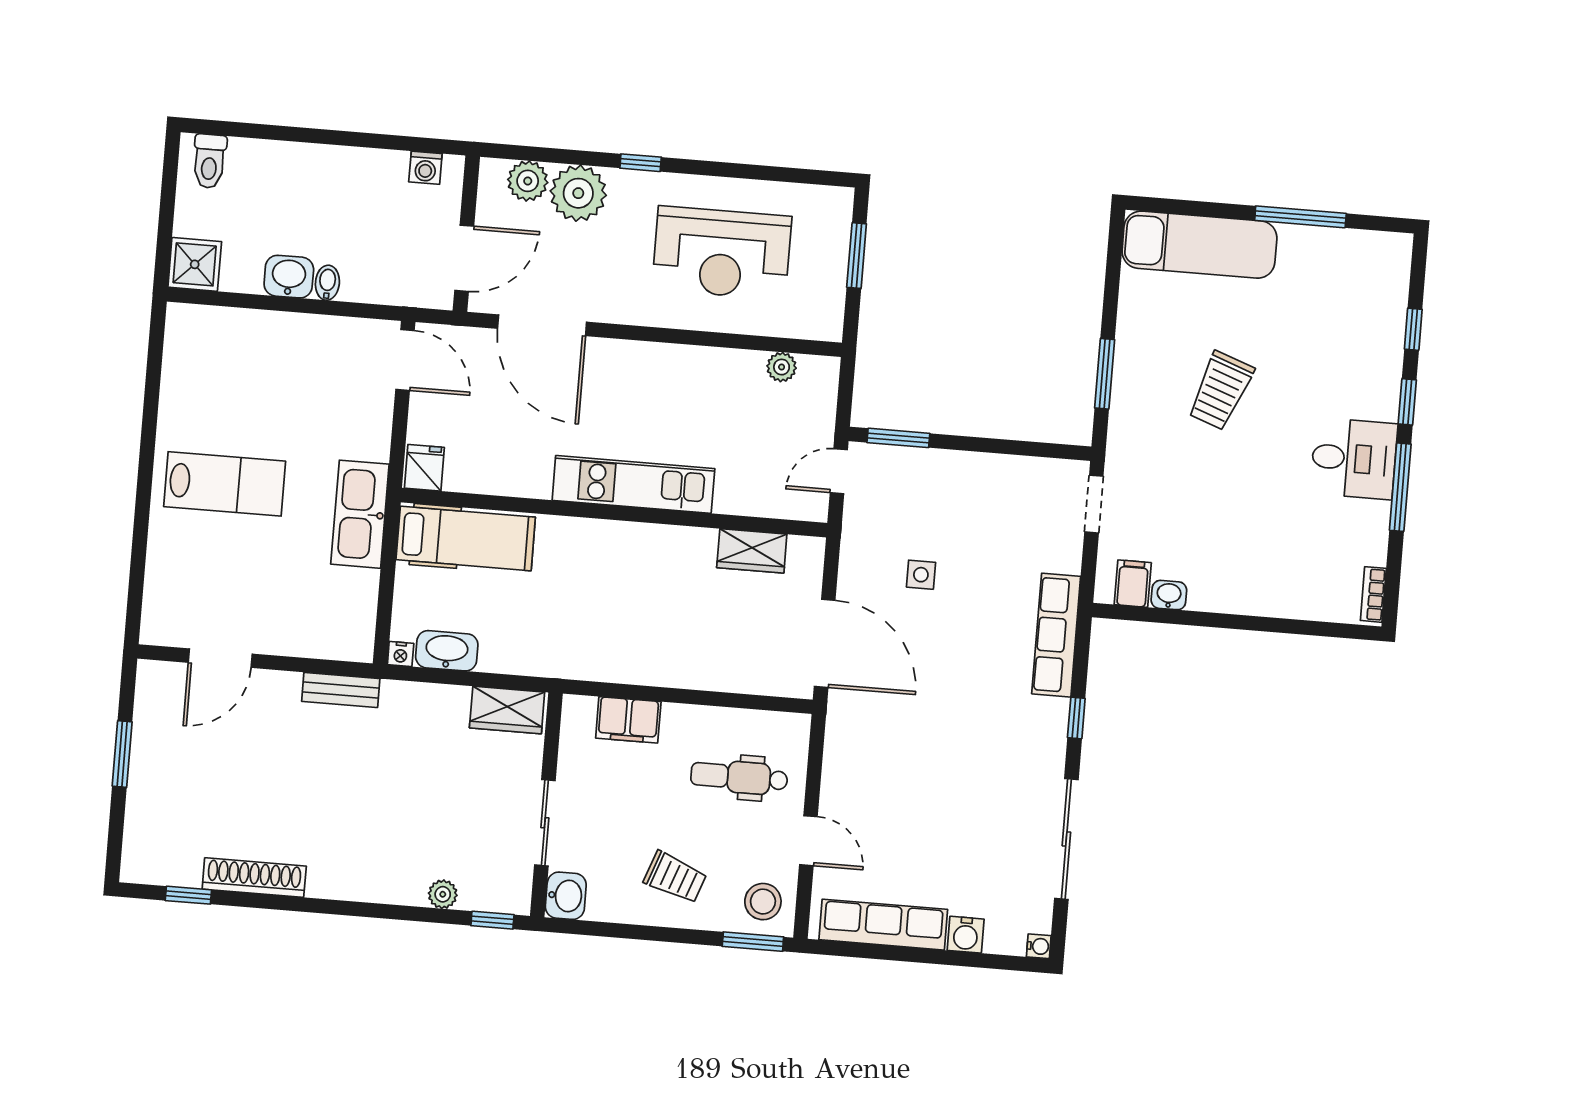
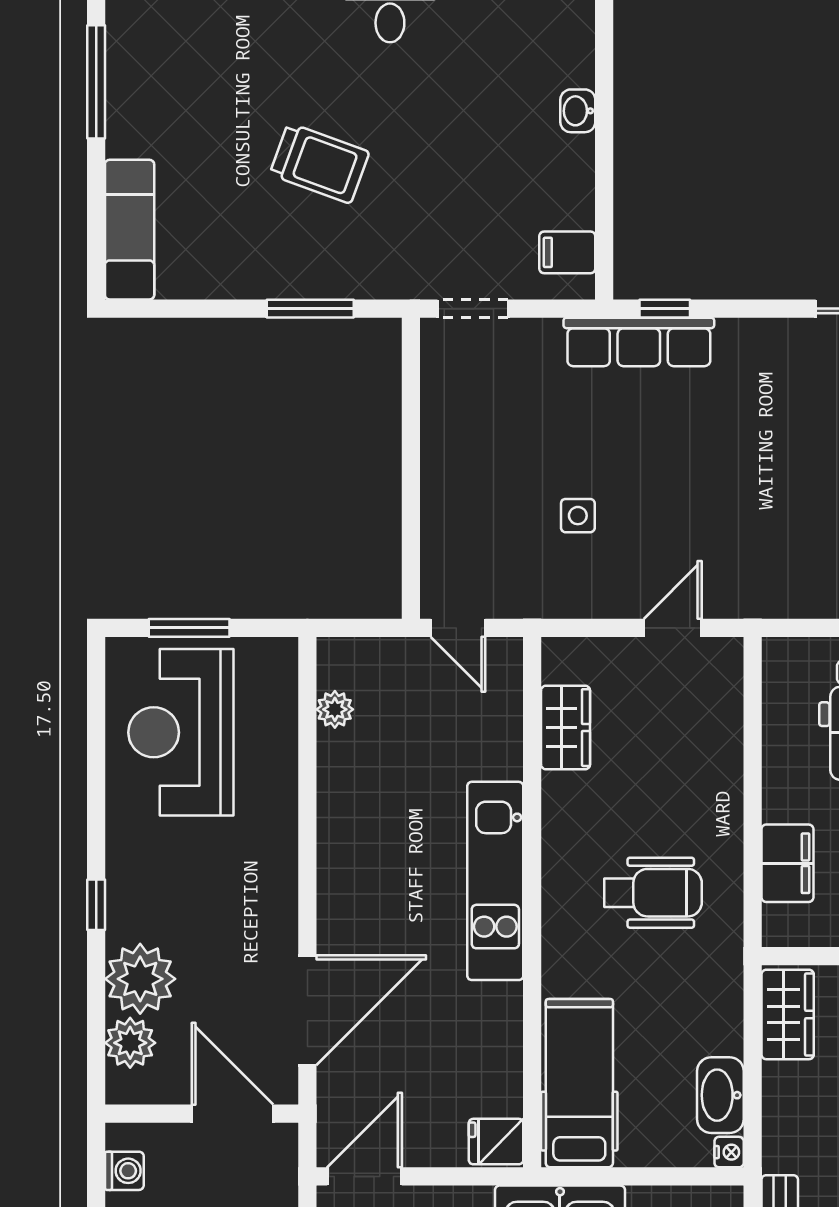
exam couch: (1199, 245) -> (130, 230), width x0.73, depth x0.69
reception desk: (722, 253) -> (181, 732), moved, turned 180
window: (898, 438) -> (411, 557), removed
washbasin: (1169, 595) -> (578, 111), moved
wheelchair: (614, 610) -> (653, 893), added
door: (825, 643) -> (673, 628), width x0.53
window: (1076, 718) -> (665, 309), moved

